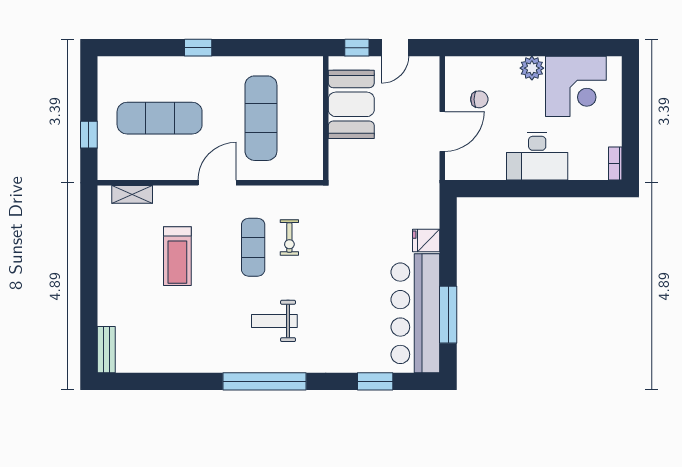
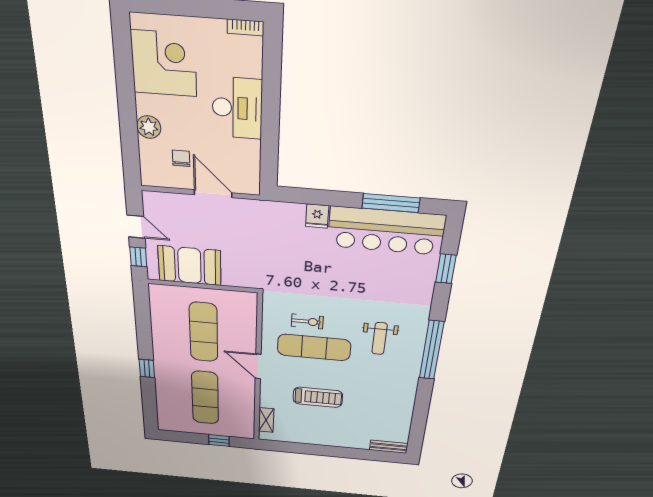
plant: (532, 68) -> (149, 127), moved
exercise mat: (261, 118) -> (204, 332), turned 90
exercise mat: (253, 247) -> (314, 347), width x1.36, depth x1.45

